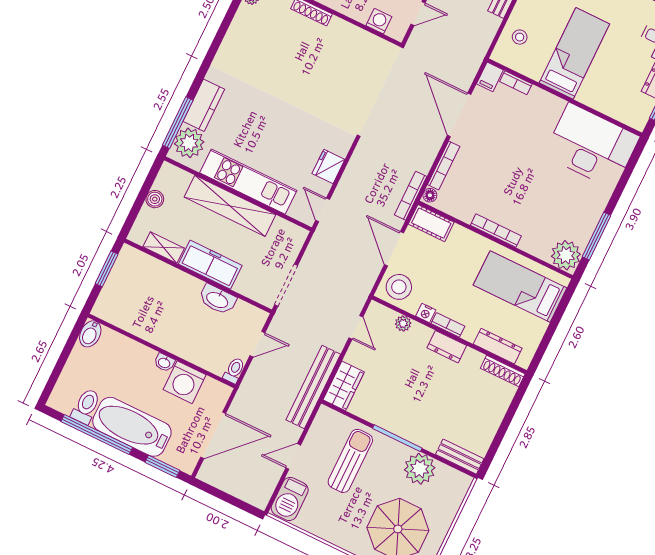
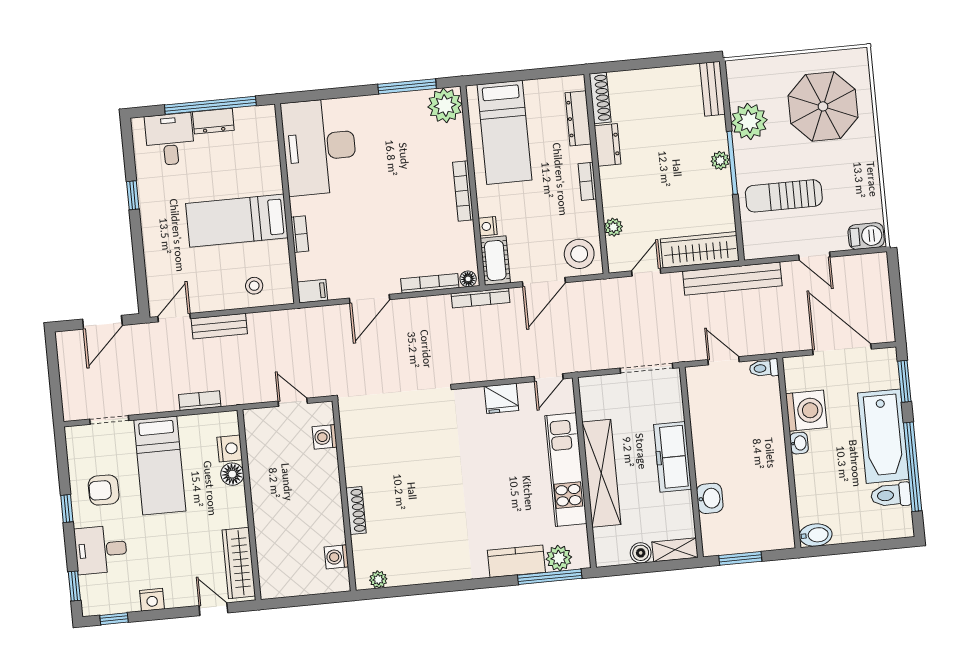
bookcase: (516, 83) -> (300, 234), moved
door: (459, 115) -> (369, 299), width x0.73
plant: (189, 143) -> (559, 558), width x0.73, depth x0.73
shelving: (164, 248) -> (675, 550), moved, turned 90
washbasin: (217, 299) -> (710, 498), moved, width x0.72
nightstand: (426, 313) -> (488, 226), moved, turned 180
dresser: (447, 347) -> (608, 145), moved
wardrobe: (344, 386) -> (700, 250), width x1.50
plant: (404, 430) -> (720, 160), added
barbecue: (290, 499) -> (866, 236), width x0.73, depth x0.79

